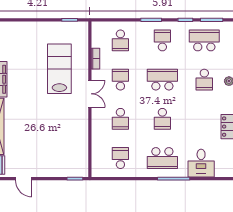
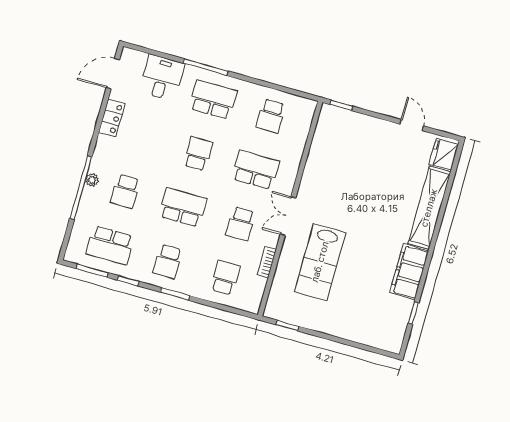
school desk: (162, 80) -> (183, 207), turned 180
school desk: (204, 80) -> (125, 191), turned 180
school desk: (120, 119) -> (256, 170), width x1.85

